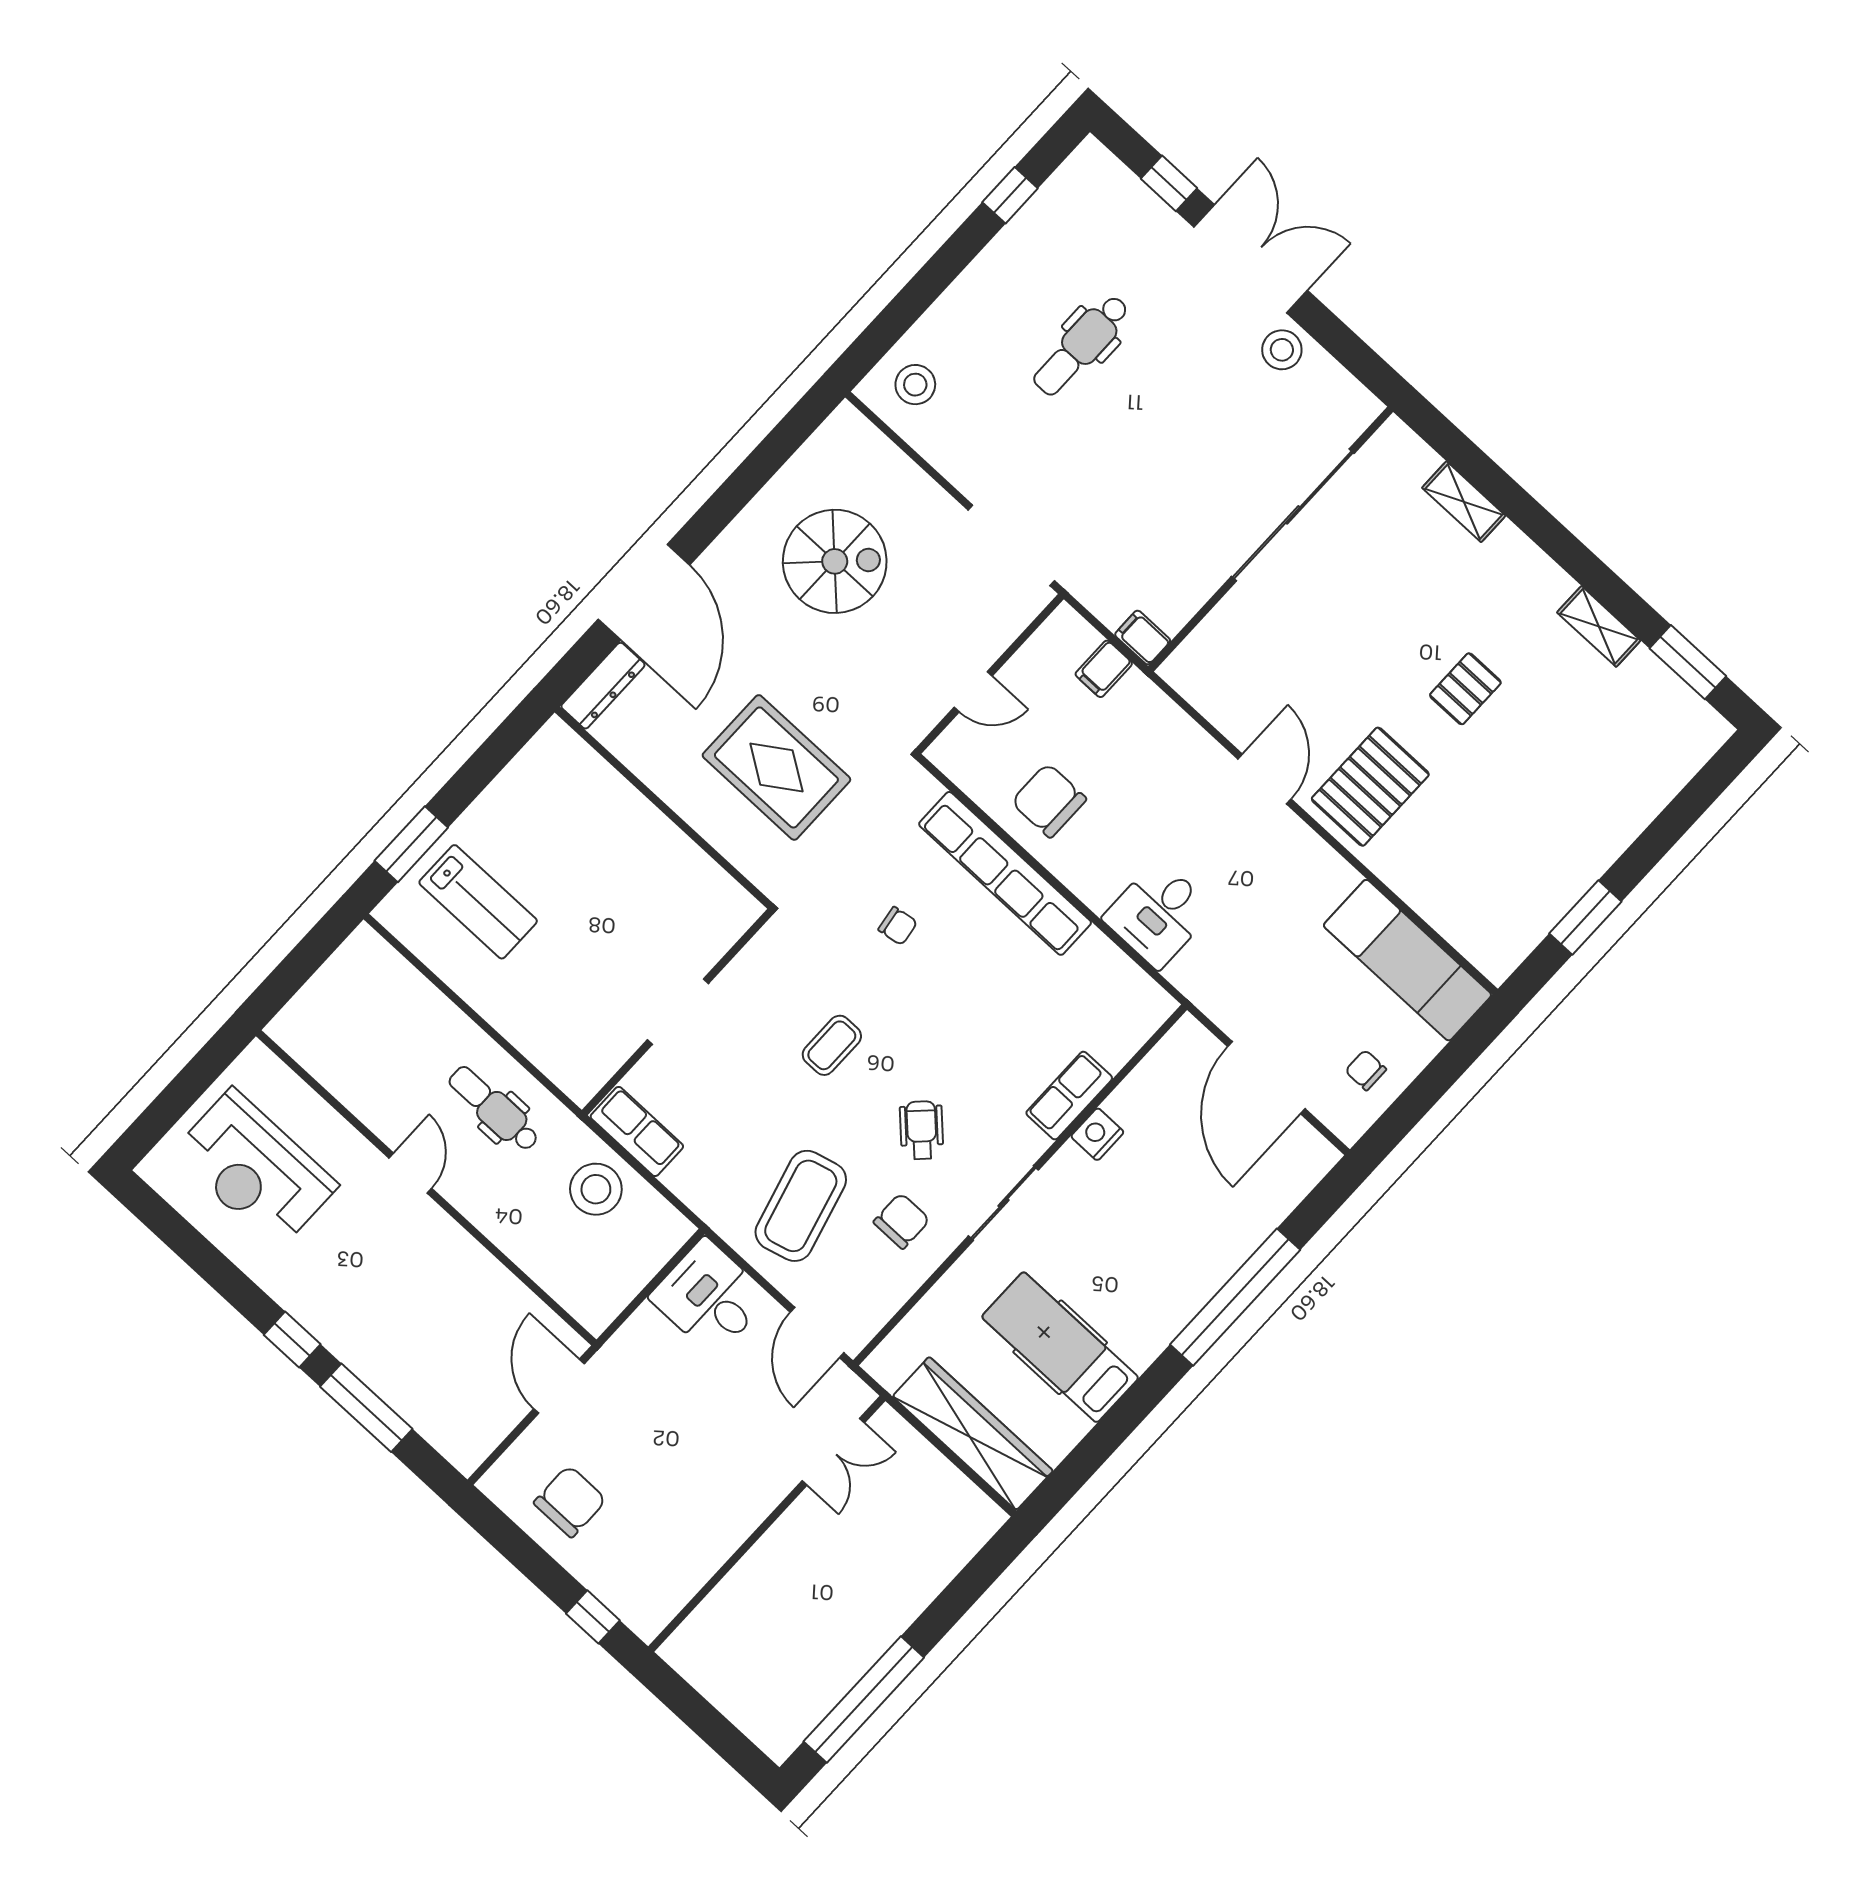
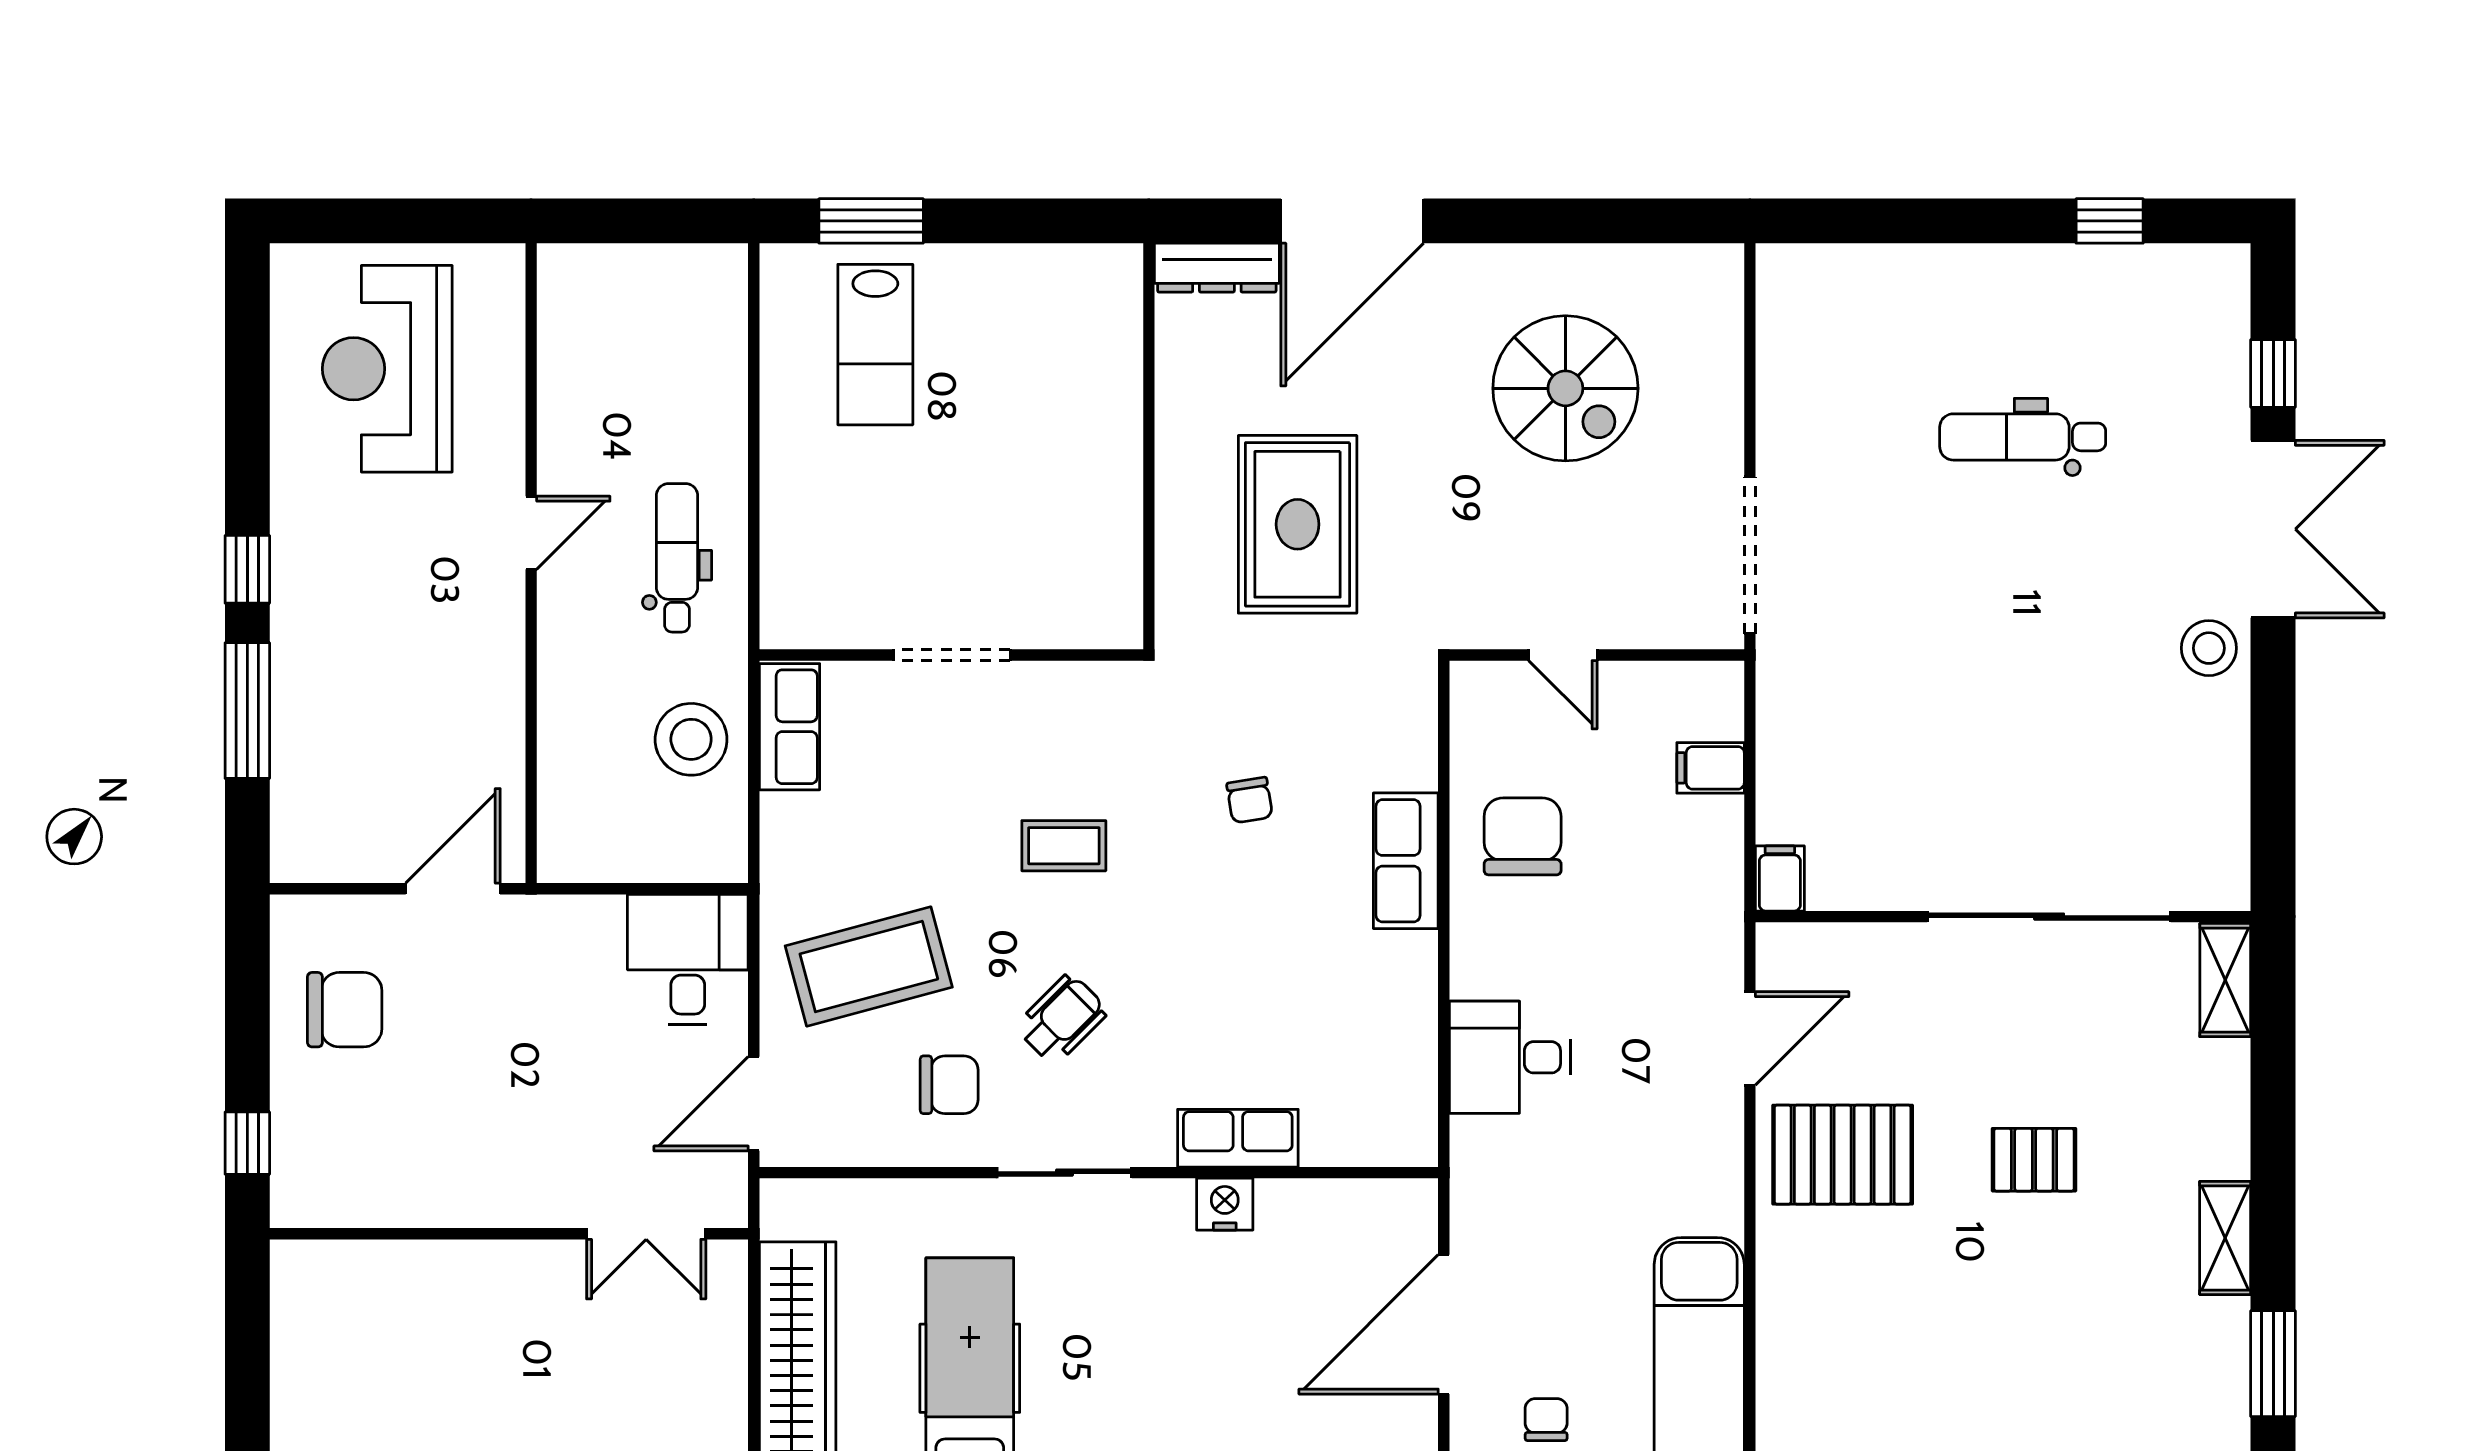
stool: (915, 385) -> (1824, 303), removed
sliding door: (1293, 515) -> (2049, 917), moved
wall: (1271, 539) -> (2003, 917), moved
filing cabinet: (1143, 638) -> (1780, 878), moved
row of seats: (1005, 873) -> (1406, 861), width x0.50

